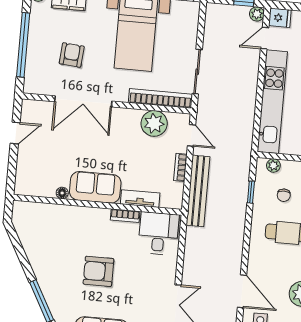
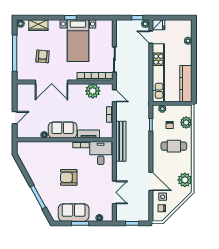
door: (265, 38) -> (151, 37), hinge flipped
door: (15, 133) -> (15, 118), moved
bench: (198, 191) -> (121, 141), moved

